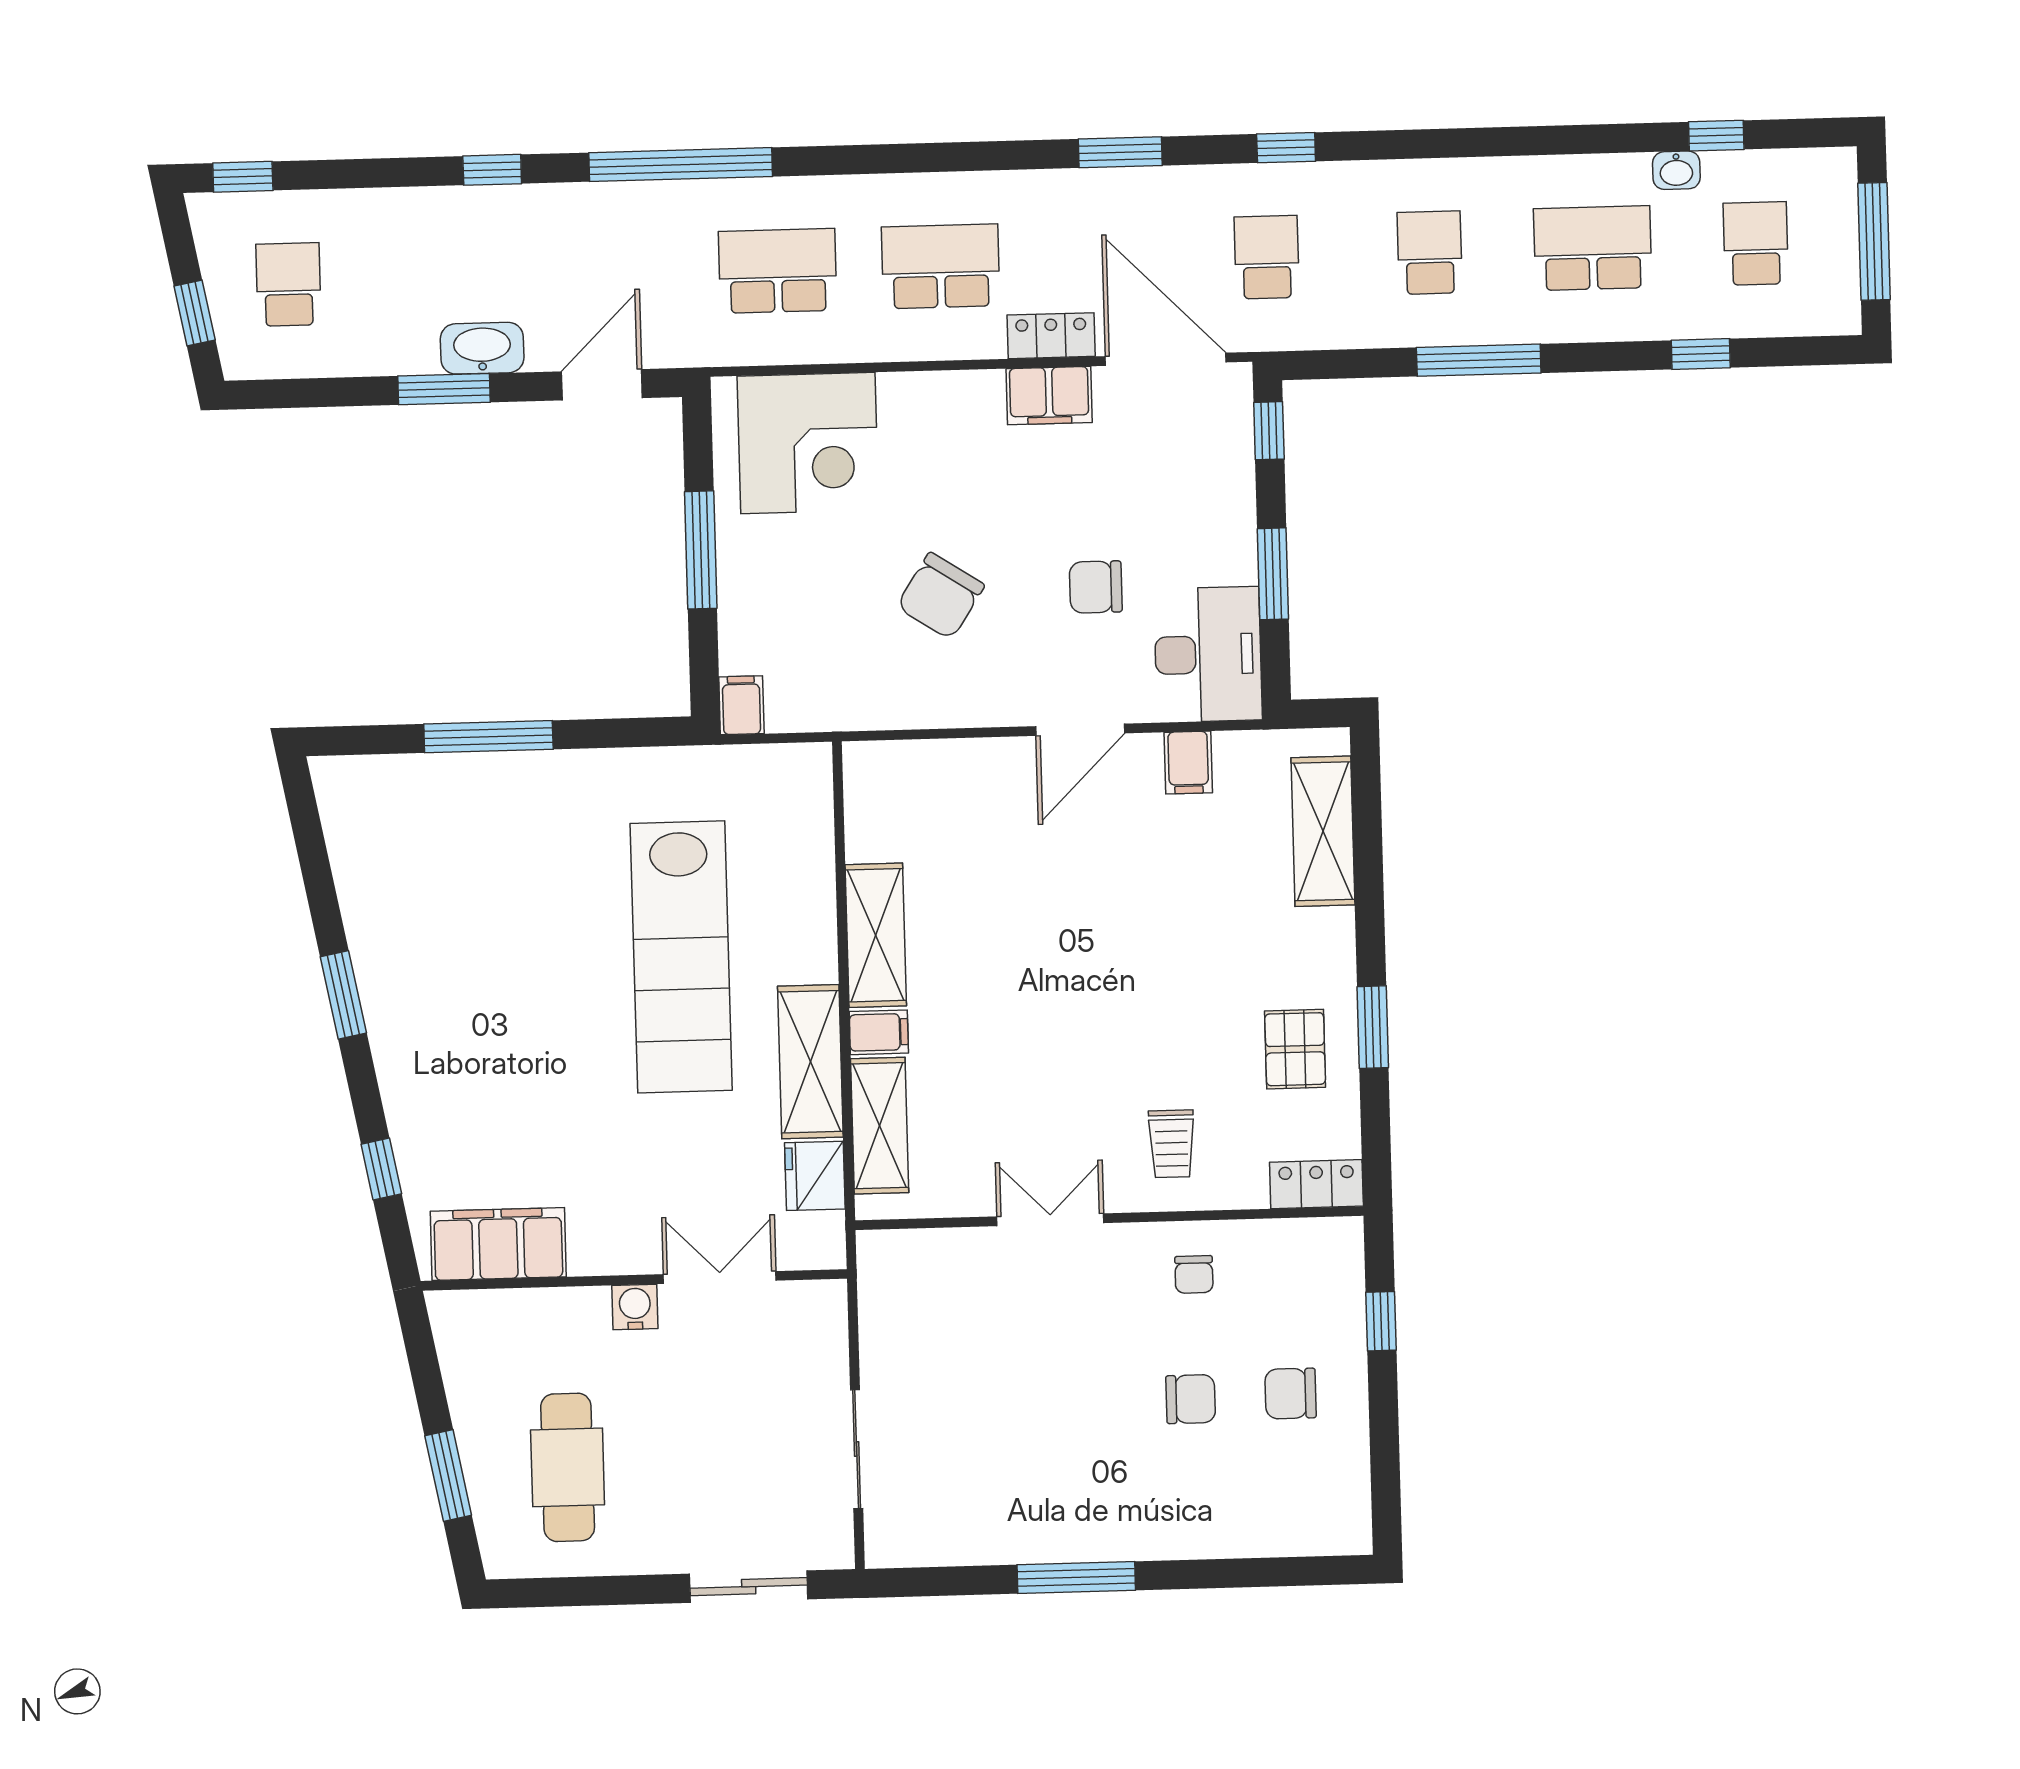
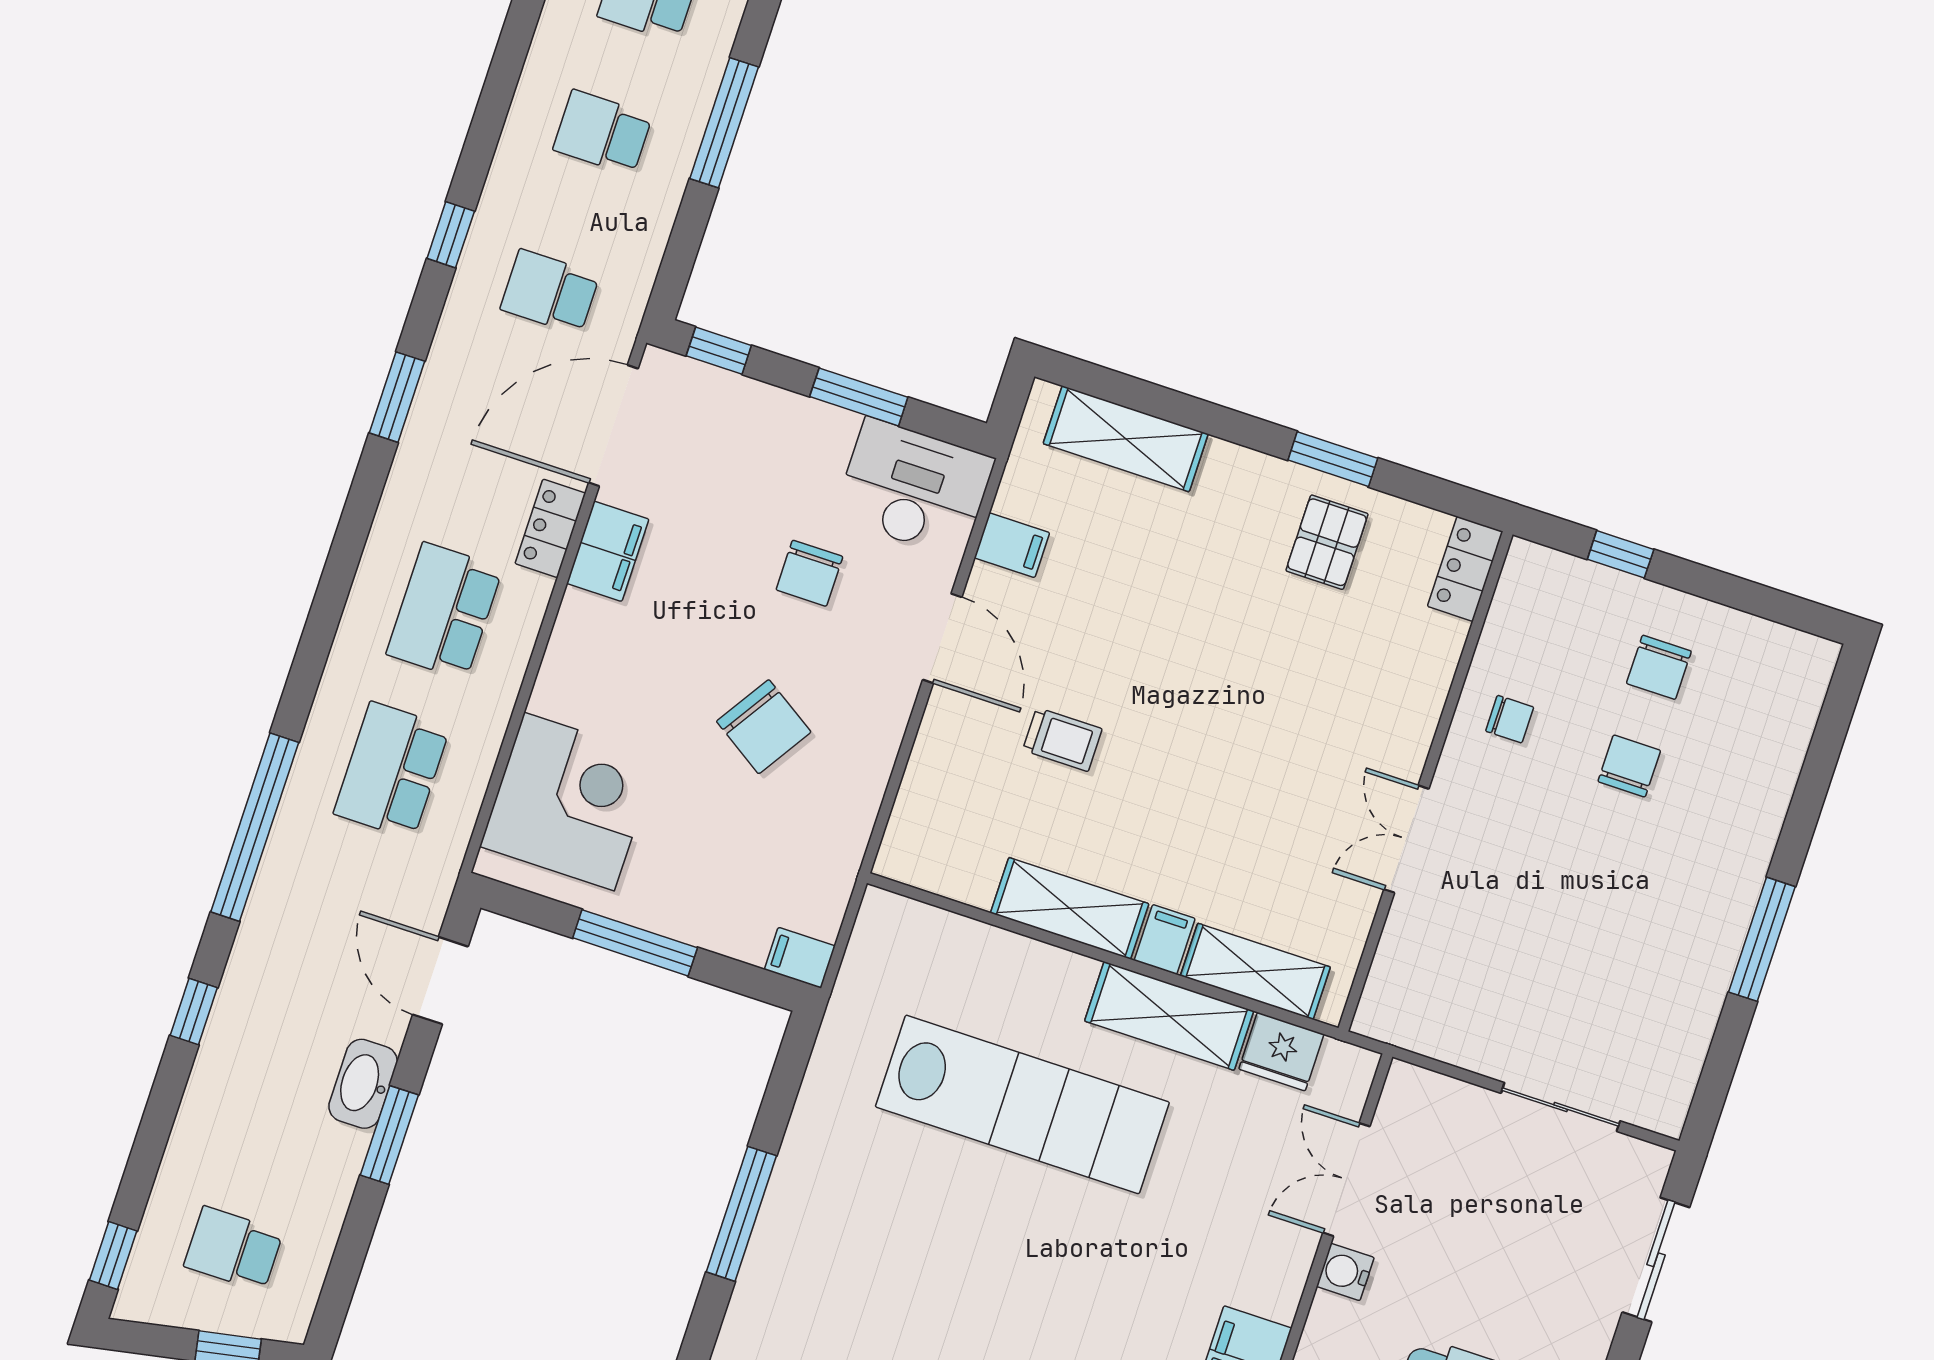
pallet: (1295, 1049) -> (1327, 542), turned 90
trolley: (1172, 1144) -> (1062, 739), moved

